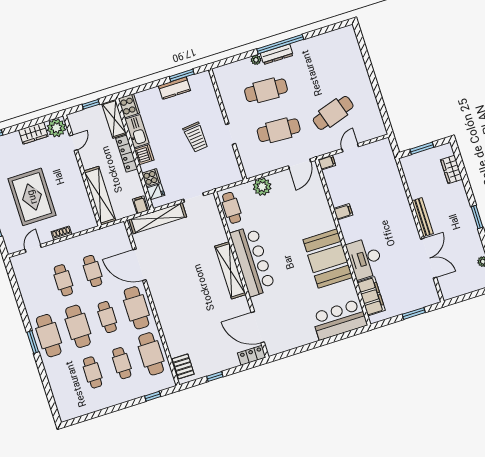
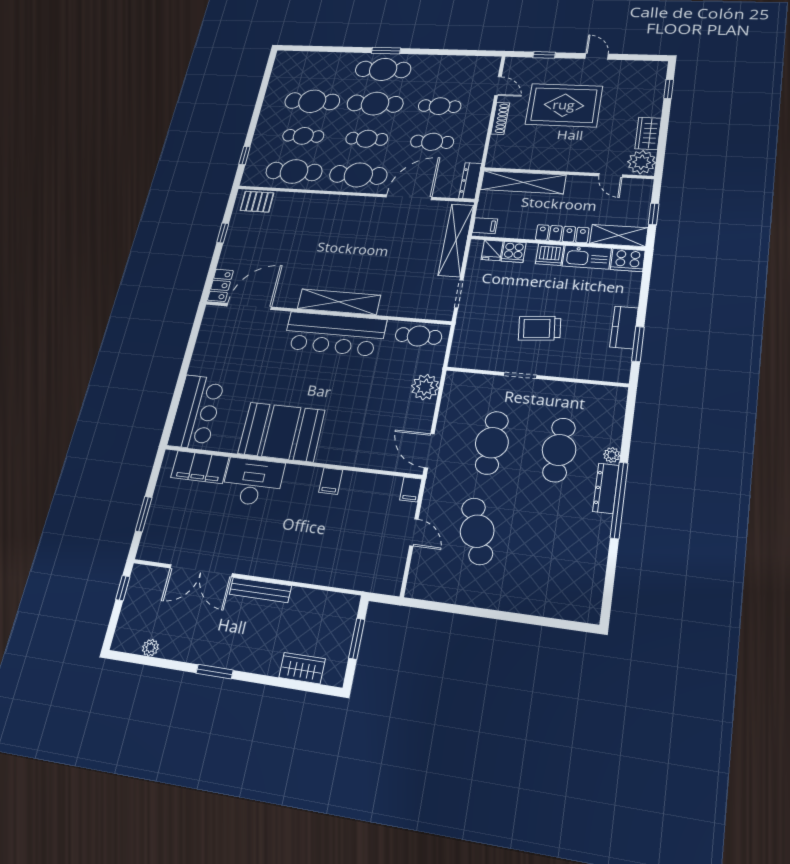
dresser: (112, 231) -> (470, 181), added
shoe rack: (62, 233) -> (500, 118), width x1.43
window: (460, 299) -> (123, 588), added
cafe table: (93, 372) -> (312, 101), width x1.37, depth x1.35

